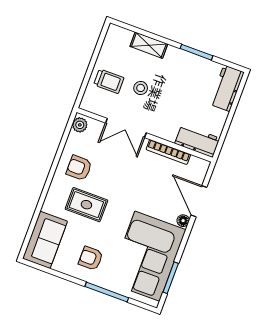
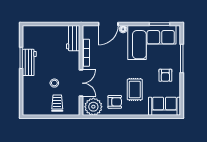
shelving: (149, 45) -> (27, 87), removed
workbench: (227, 88) -> (29, 62), moved, turned -90
plant: (80, 125) -> (93, 107), width x1.87, depth x1.87
armchair: (79, 168) -> (115, 102), turned -90

